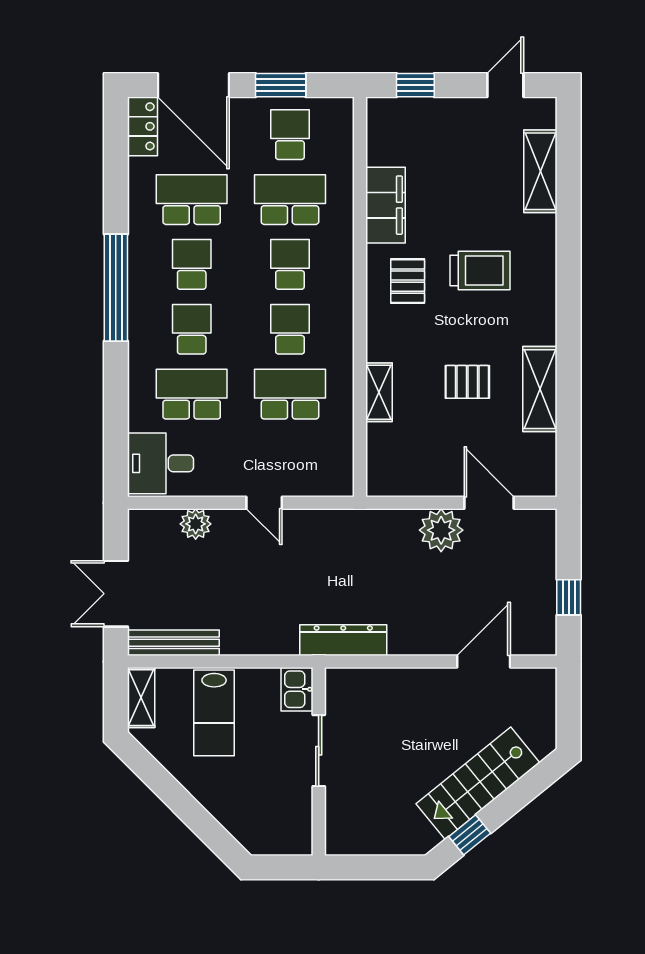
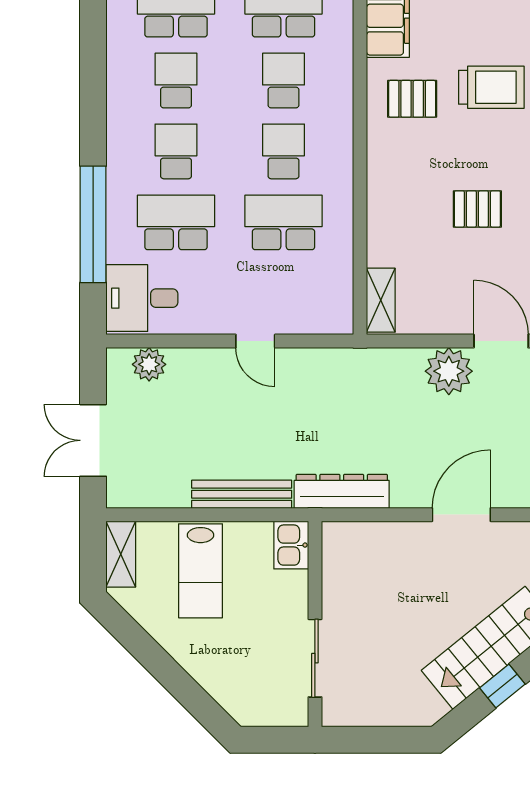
pallet: (408, 281) -> (412, 99), turned 90
window: (116, 288) -> (93, 224), moved
shelving: (379, 392) -> (381, 300), moved
plant: (196, 524) -> (149, 364), moved
bench: (173, 643) -> (242, 494), moved
door: (484, 661) -> (461, 515), moved
sliding door: (319, 751) -> (315, 658), moved
window: (470, 835) -> (502, 686), moved

